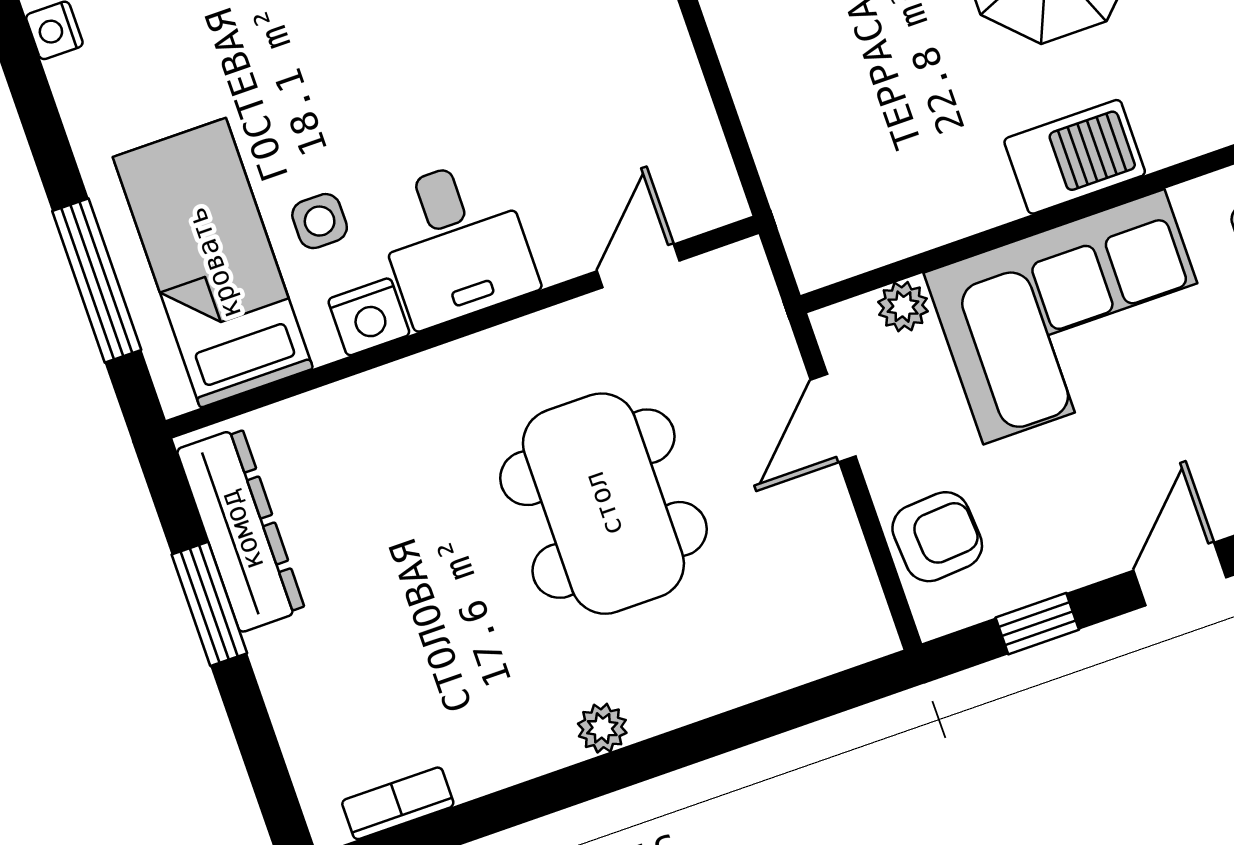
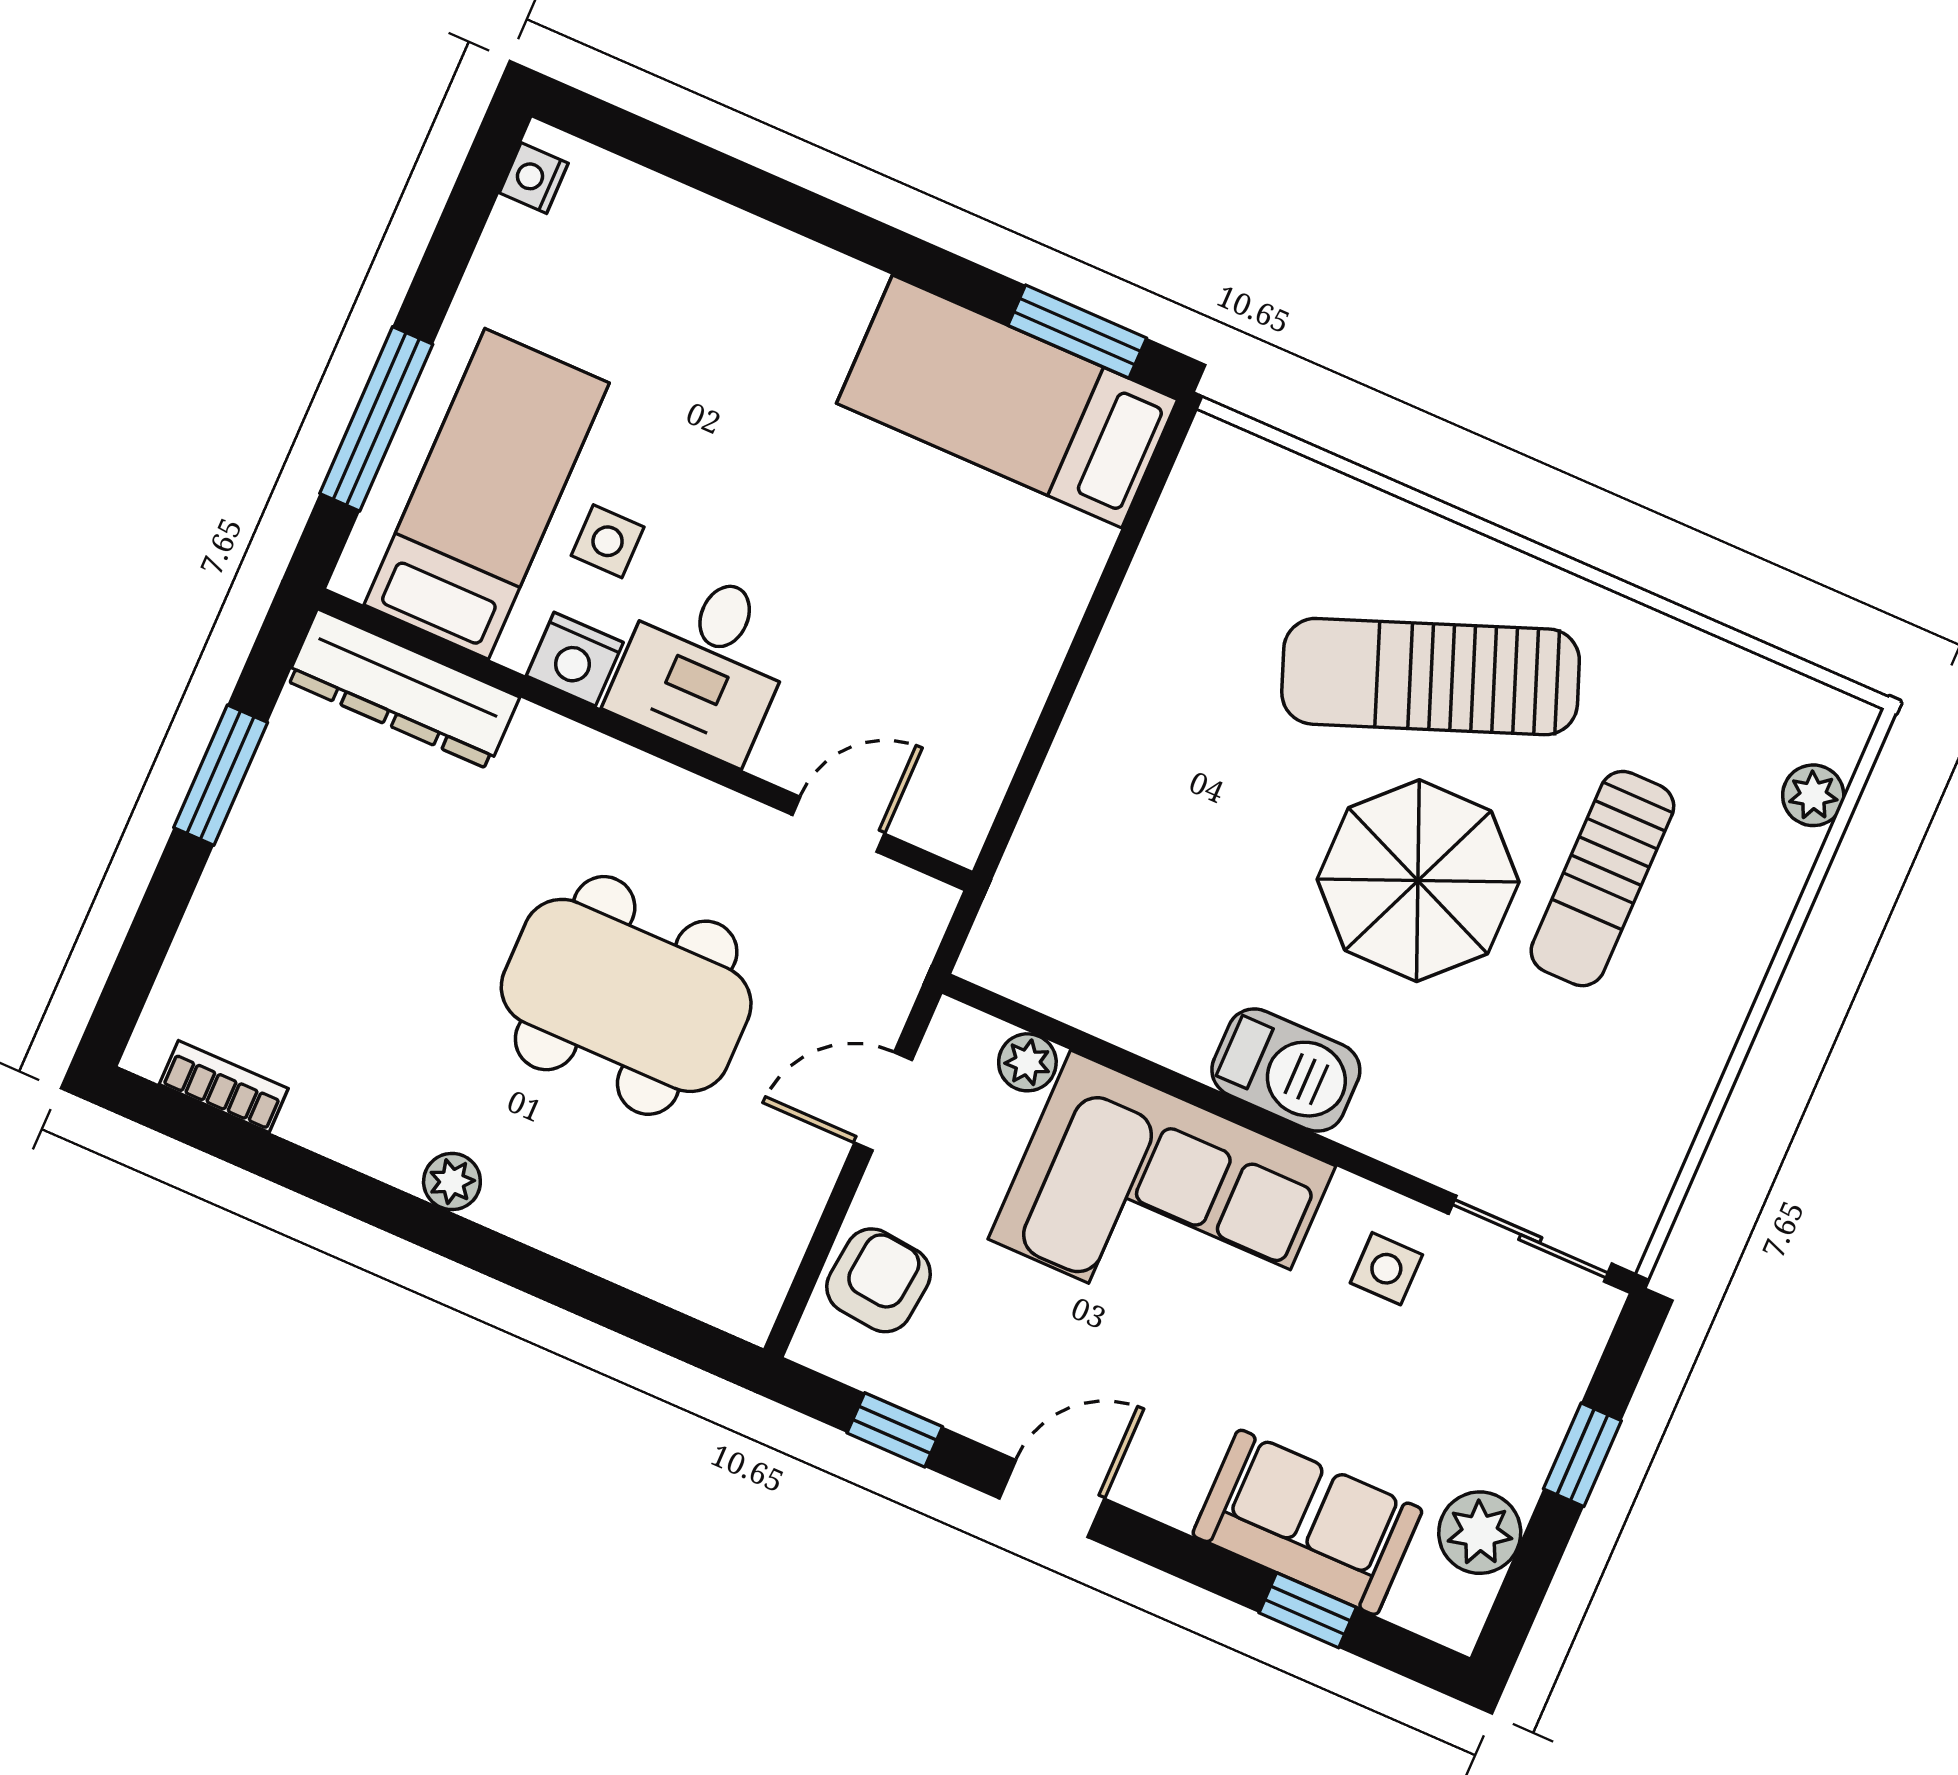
dining table: (603, 504) -> (626, 995), turned 90
dresser: (241, 530) -> (403, 689), moved, turned 90
armchair: (937, 537) -> (878, 1280), turned -80

